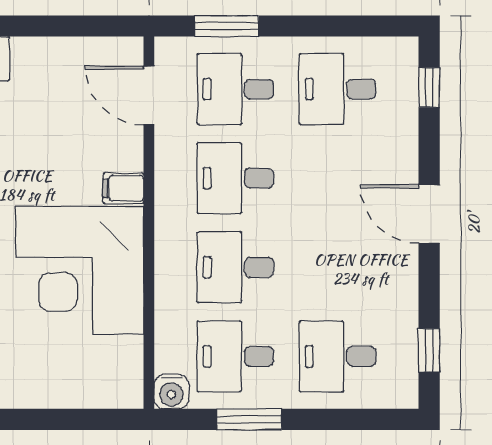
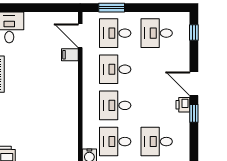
filing cabinet: (123, 188) -> (70, 55), moved
printer: (402, 266) -> (183, 105), added
corner desk: (80, 270) -> (52, 107), removed
window: (429, 350) -> (194, 113), moved

